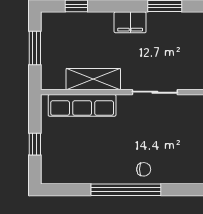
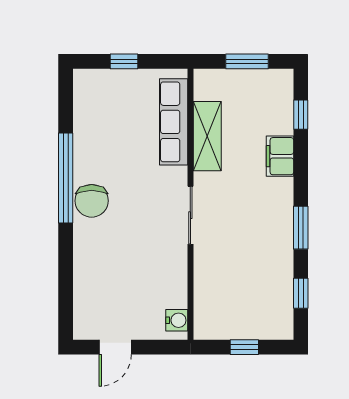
filing cabinet: (130, 22) -> (280, 156), moved
chair: (144, 169) -> (92, 201), width x1.87, depth x1.87

